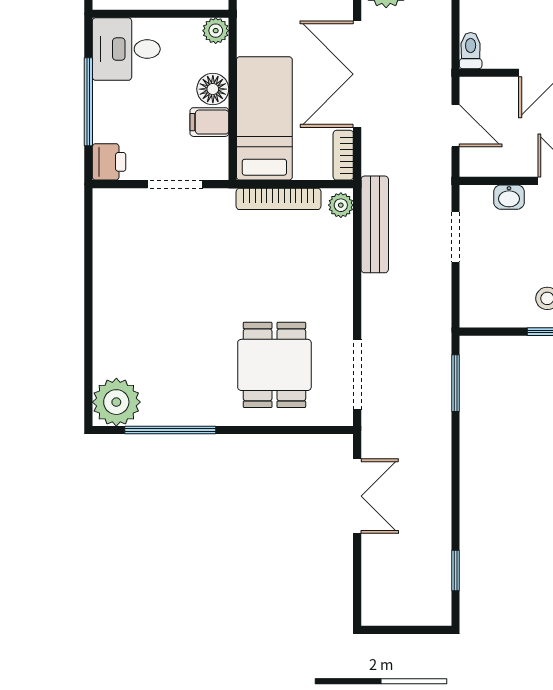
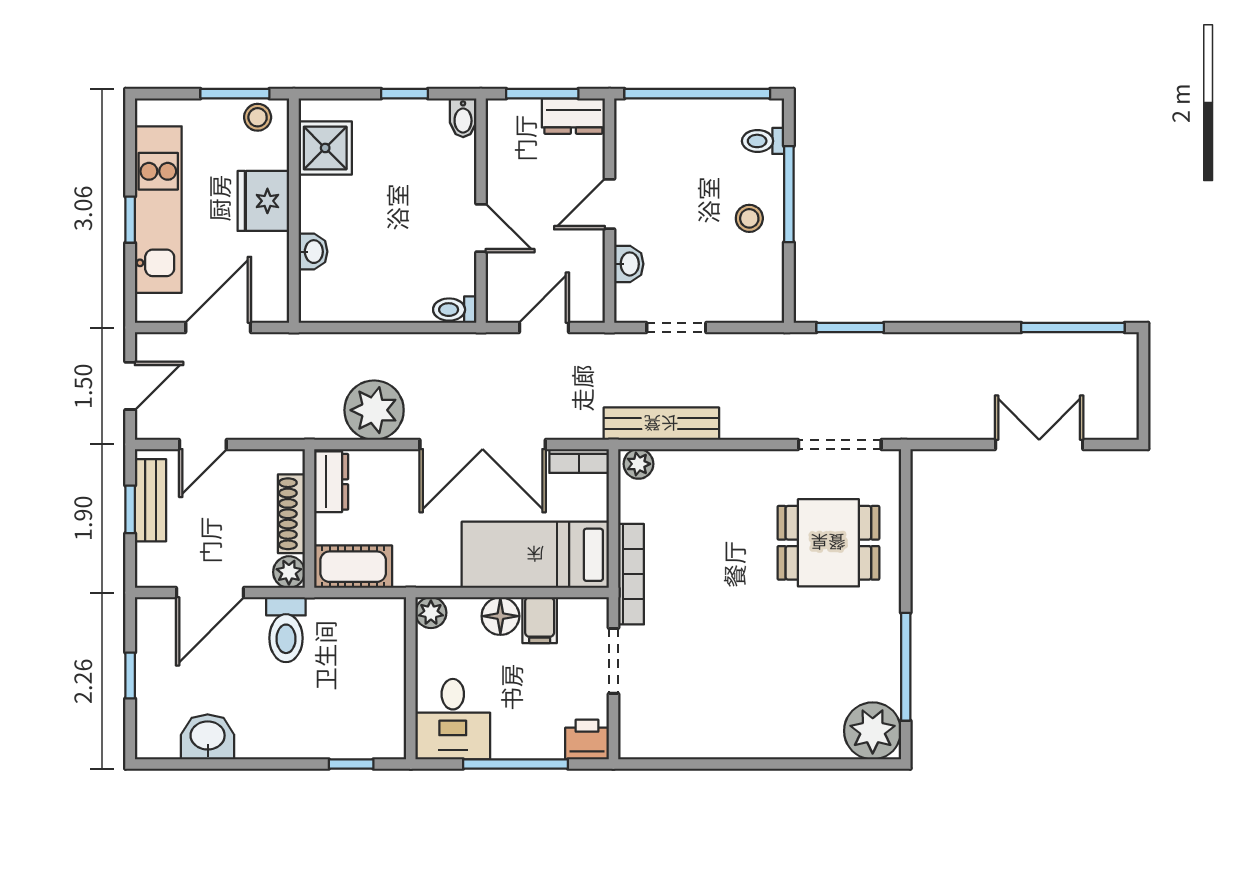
bookcase: (279, 199) -> (631, 574), moved
double door: (357, 496) -> (1039, 444), moved
window: (456, 570) -> (1073, 328), width x2.17

